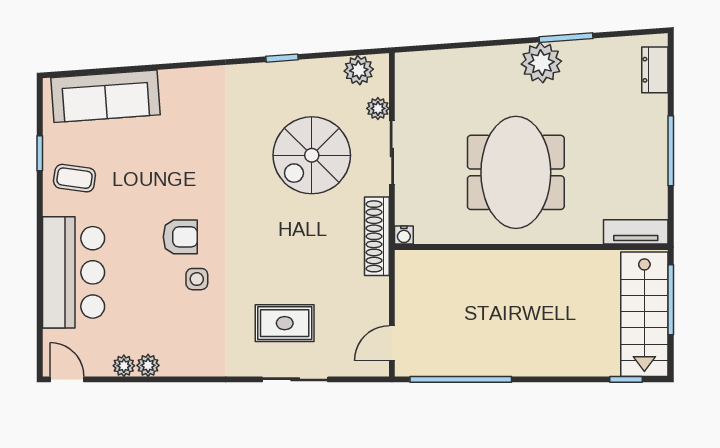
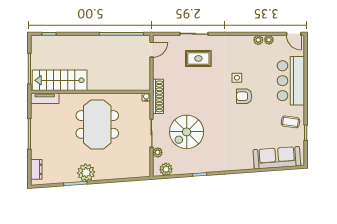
spiral stairs: (312, 155) -> (187, 132), turned 180
stairs: (644, 314) -> (60, 80), moved, turned -90

